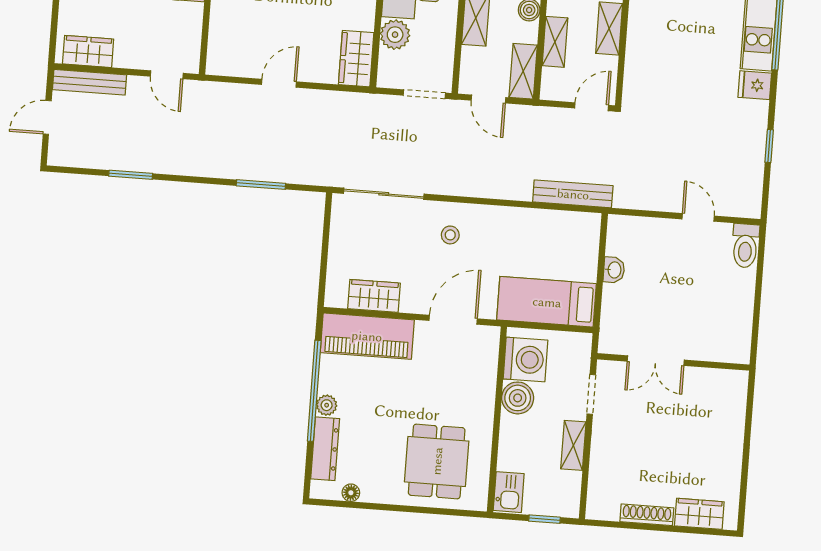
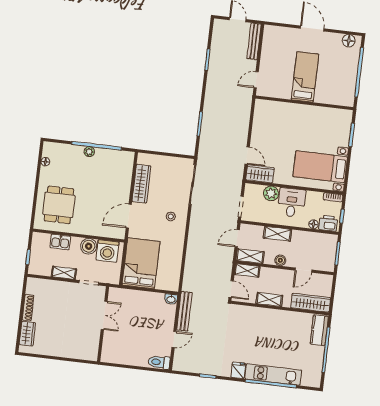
shelving: (555, 42) -> (247, 270), moved
wardrobe: (88, 51) -> (269, 41), removed
door: (279, 83) -> (247, 156), moved
bench: (573, 194) -> (184, 311), moved
washbasin: (614, 270) -> (171, 299), moved
wardrobe: (374, 296) -> (141, 184), width x1.50
bed: (547, 302) -> (141, 263), width x1.50
door: (453, 320) -> (129, 216), swing flipped
piano: (367, 336) -> (122, 173), removed
double door: (656, 361) -> (104, 315), swing flipped
dresser: (325, 449) -> (68, 150), removed
dining table: (437, 461) -> (59, 205), turned 90
kitchen sink: (509, 492) -> (60, 242), moved

